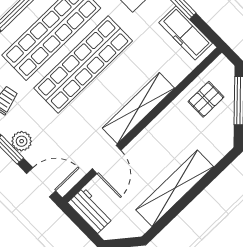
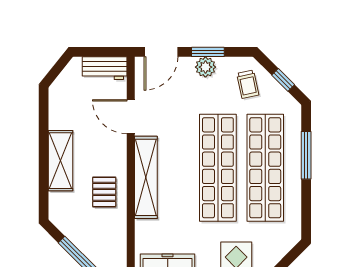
pallet: (206, 99) -> (104, 192), moved
shelving: (175, 188) -> (60, 161), width x0.68

